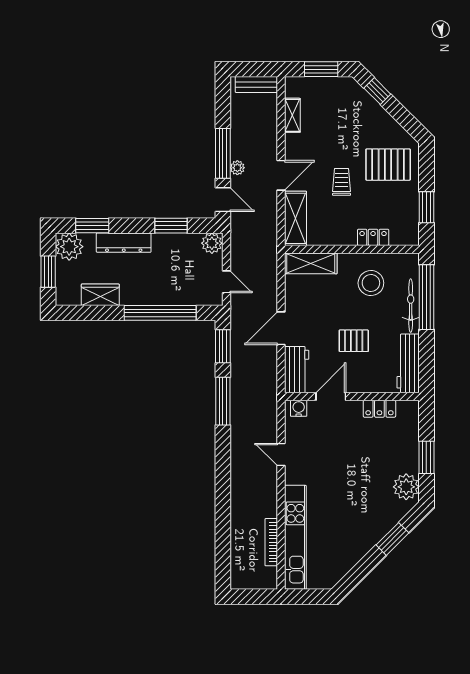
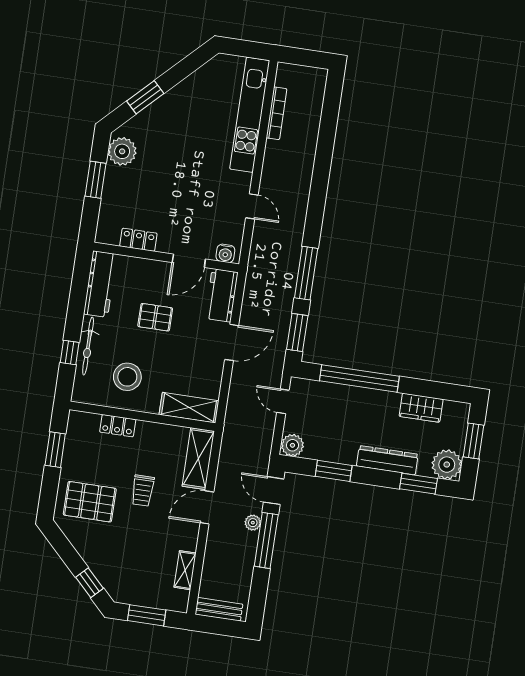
window: (426, 297) -> (70, 352), width x0.32

